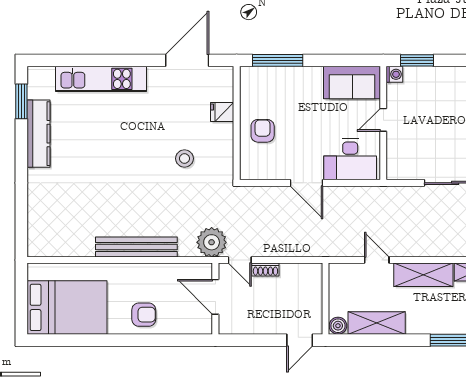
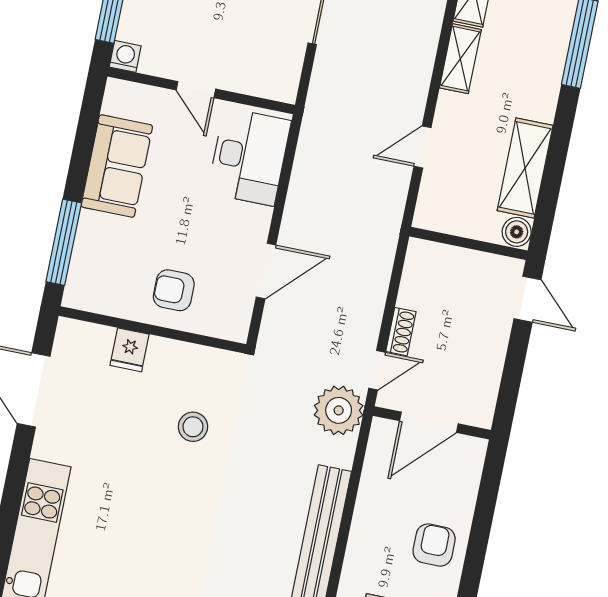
sofa: (352, 82) -> (117, 166), moved
door: (306, 183) -> (266, 271), moved
shelving: (423, 275) -> (460, 59), width x0.67, depth x0.75

